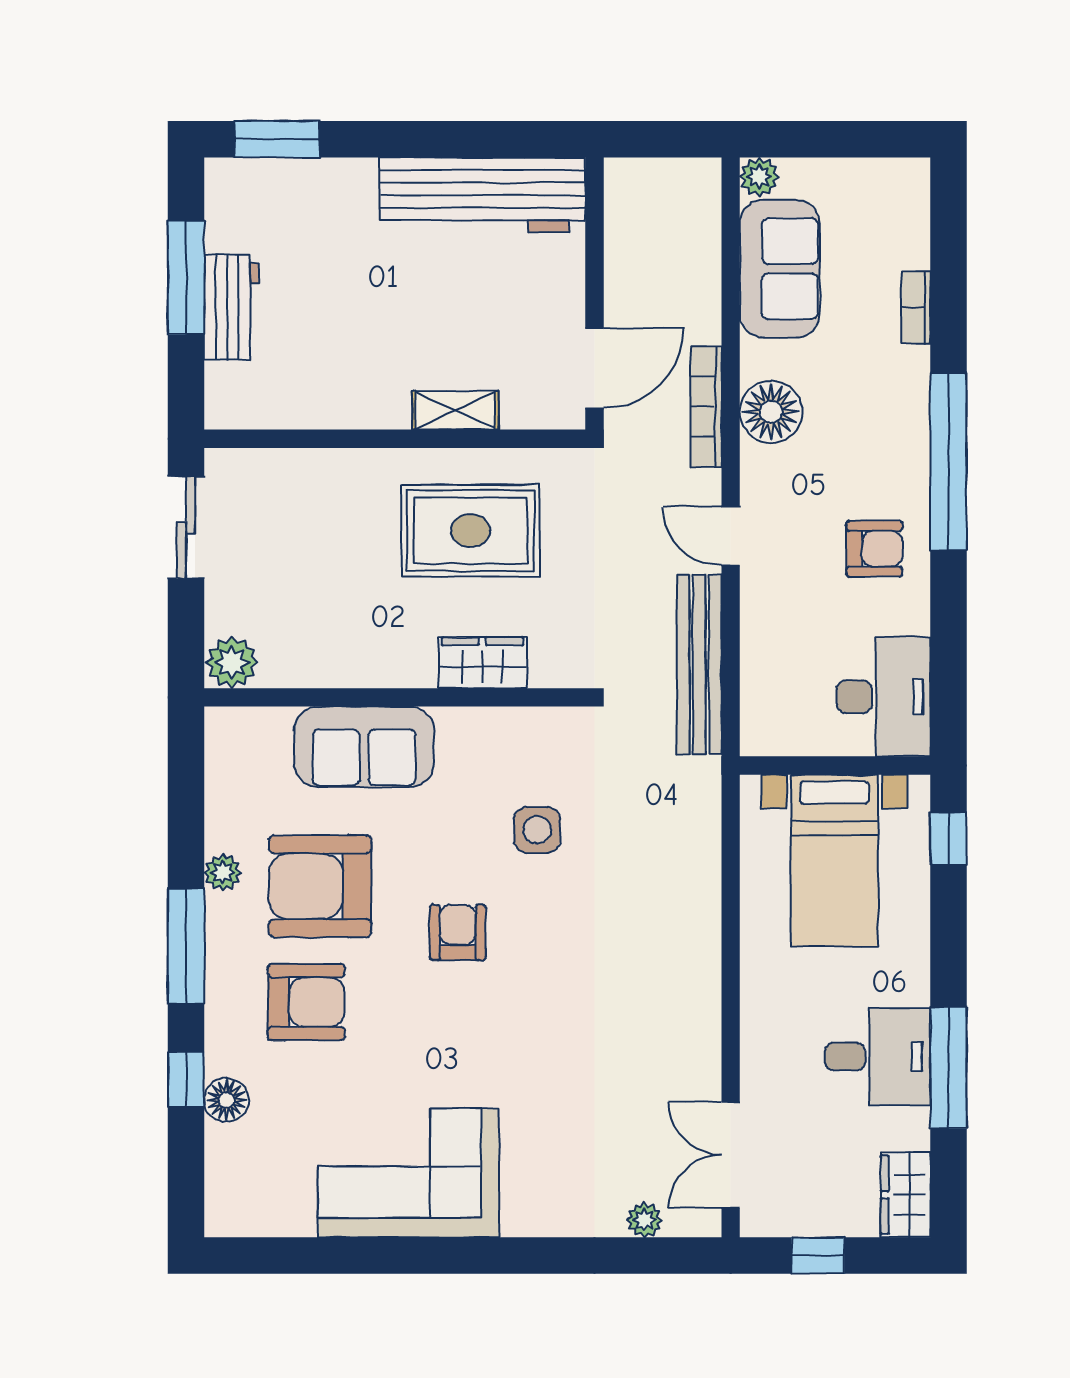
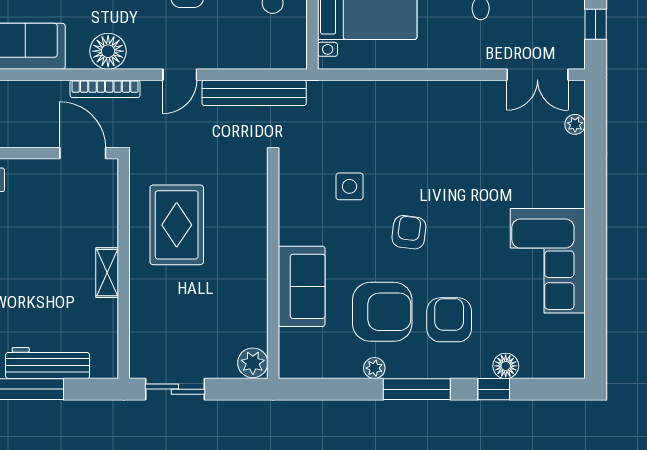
workbench: (231, 307) -> (48, 363), width x1.38
shelving: (455, 410) -> (107, 273), moved
wardrobe: (483, 663) -> (253, 218), removed
armchair: (320, 886) -> (382, 312), turned -90
armchair: (458, 933) -> (409, 232), turned 97

